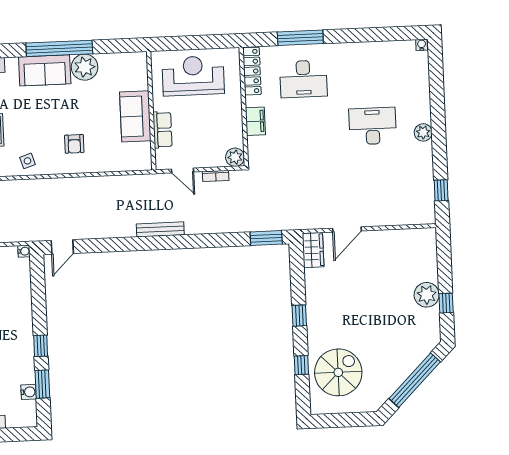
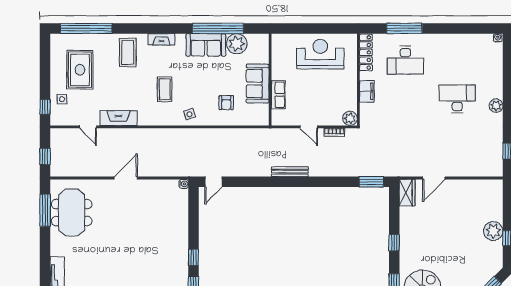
wall: (151, 111) -> (270, 80), moved
sofa: (135, 116) -> (258, 83), moved
row of seats: (162, 130) -> (278, 95), moved

